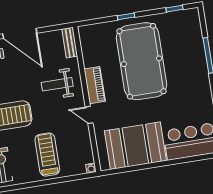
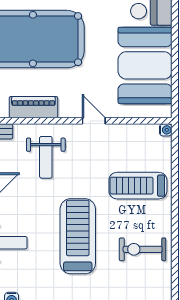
piano: (95, 85) -> (33, 107), moved
door: (89, 115) -> (94, 121), swing flipped

